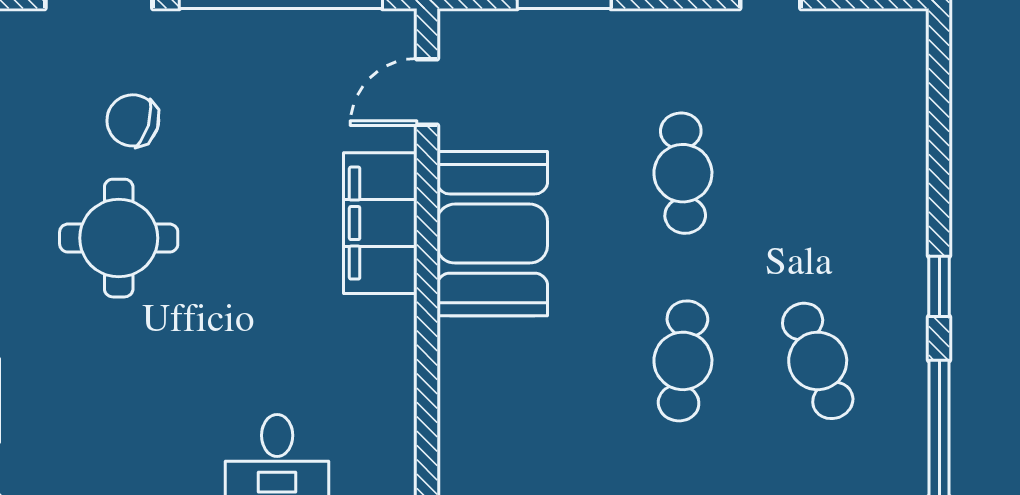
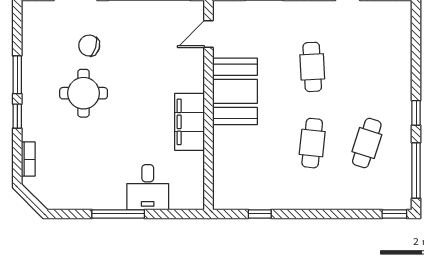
filing cabinet: (380, 223) -> (190, 122), moved
cafe table: (818, 361) -> (367, 143), turned 39

